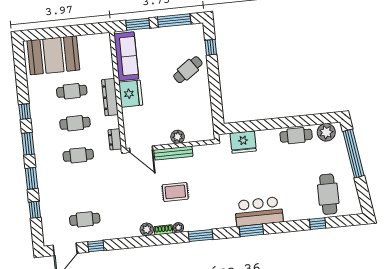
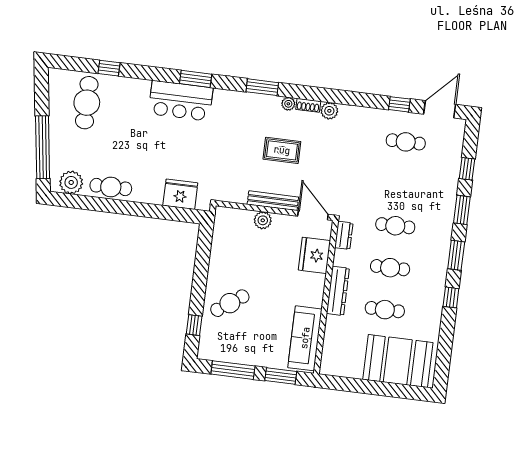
fridge: (131, 94) -> (314, 255), moved

